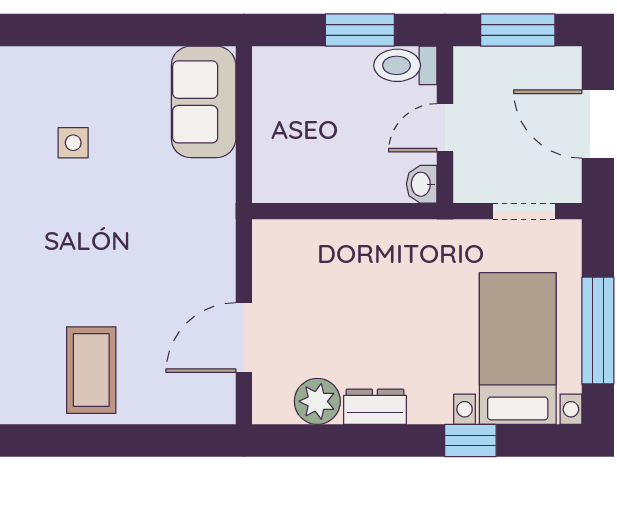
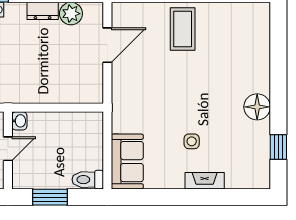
fireplace: (47, 63) -> (205, 181), added
toilet: (405, 65) -> (88, 180), moved, turned 180

